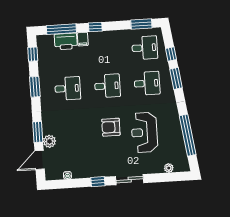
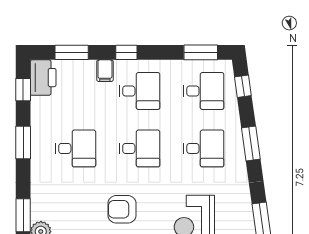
window: (61, 29) -> (72, 52), width x0.69
printer: (66, 41) -> (43, 78), moved, turned -90
desk: (105, 50) -> (140, 91), added
window: (171, 54) -> (243, 86), moved
armchair: (111, 127) -> (122, 209), moved

